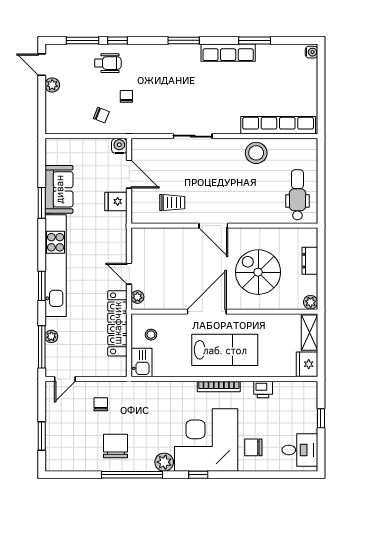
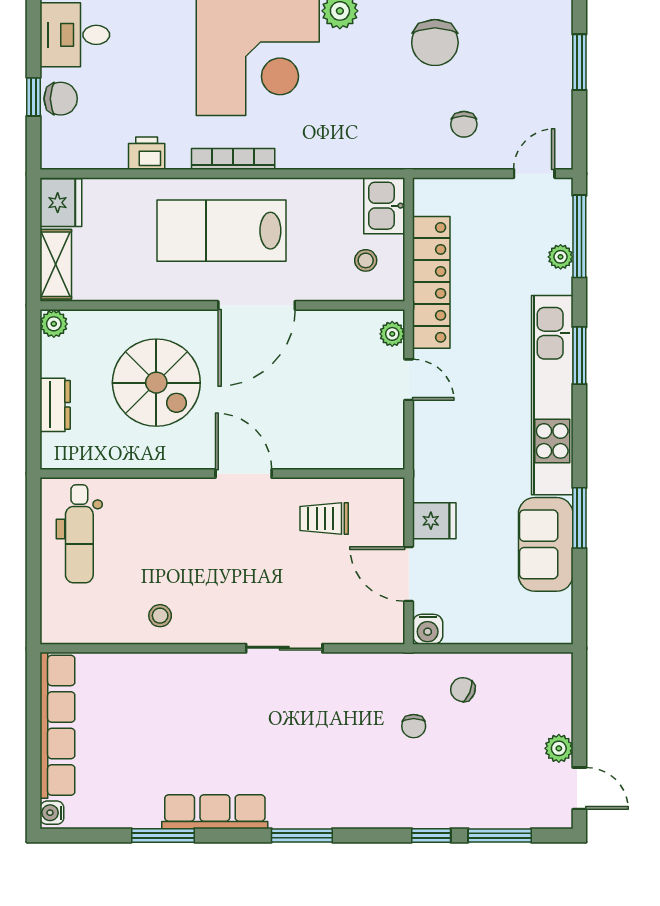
wheelchair: (108, 63) -> (450, 791), removed
row of seats: (278, 125) -> (57, 725), moved, turned -90
stool: (256, 153) -> (160, 616), width x0.53, depth x0.53
chair: (253, 447) -> (61, 99), moved

